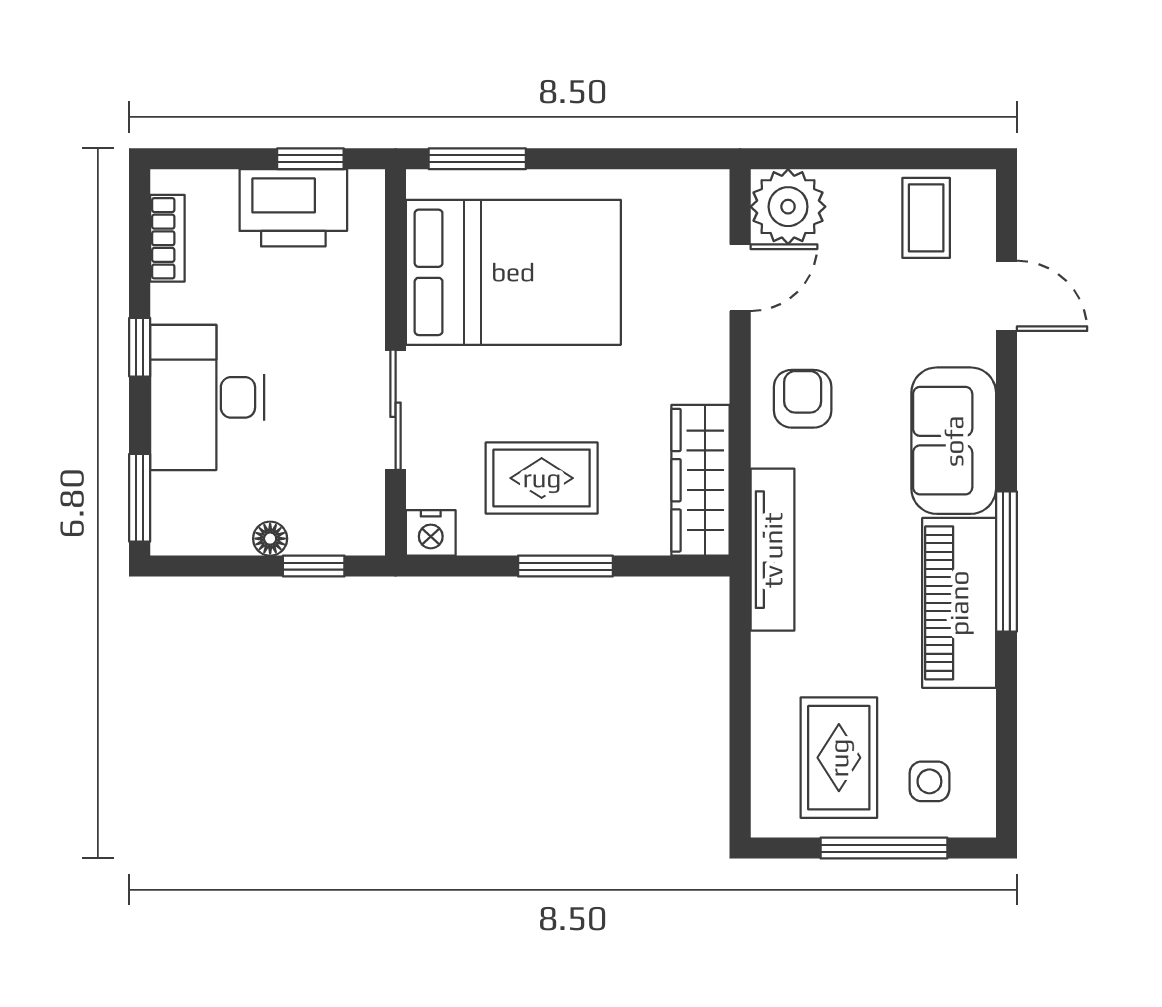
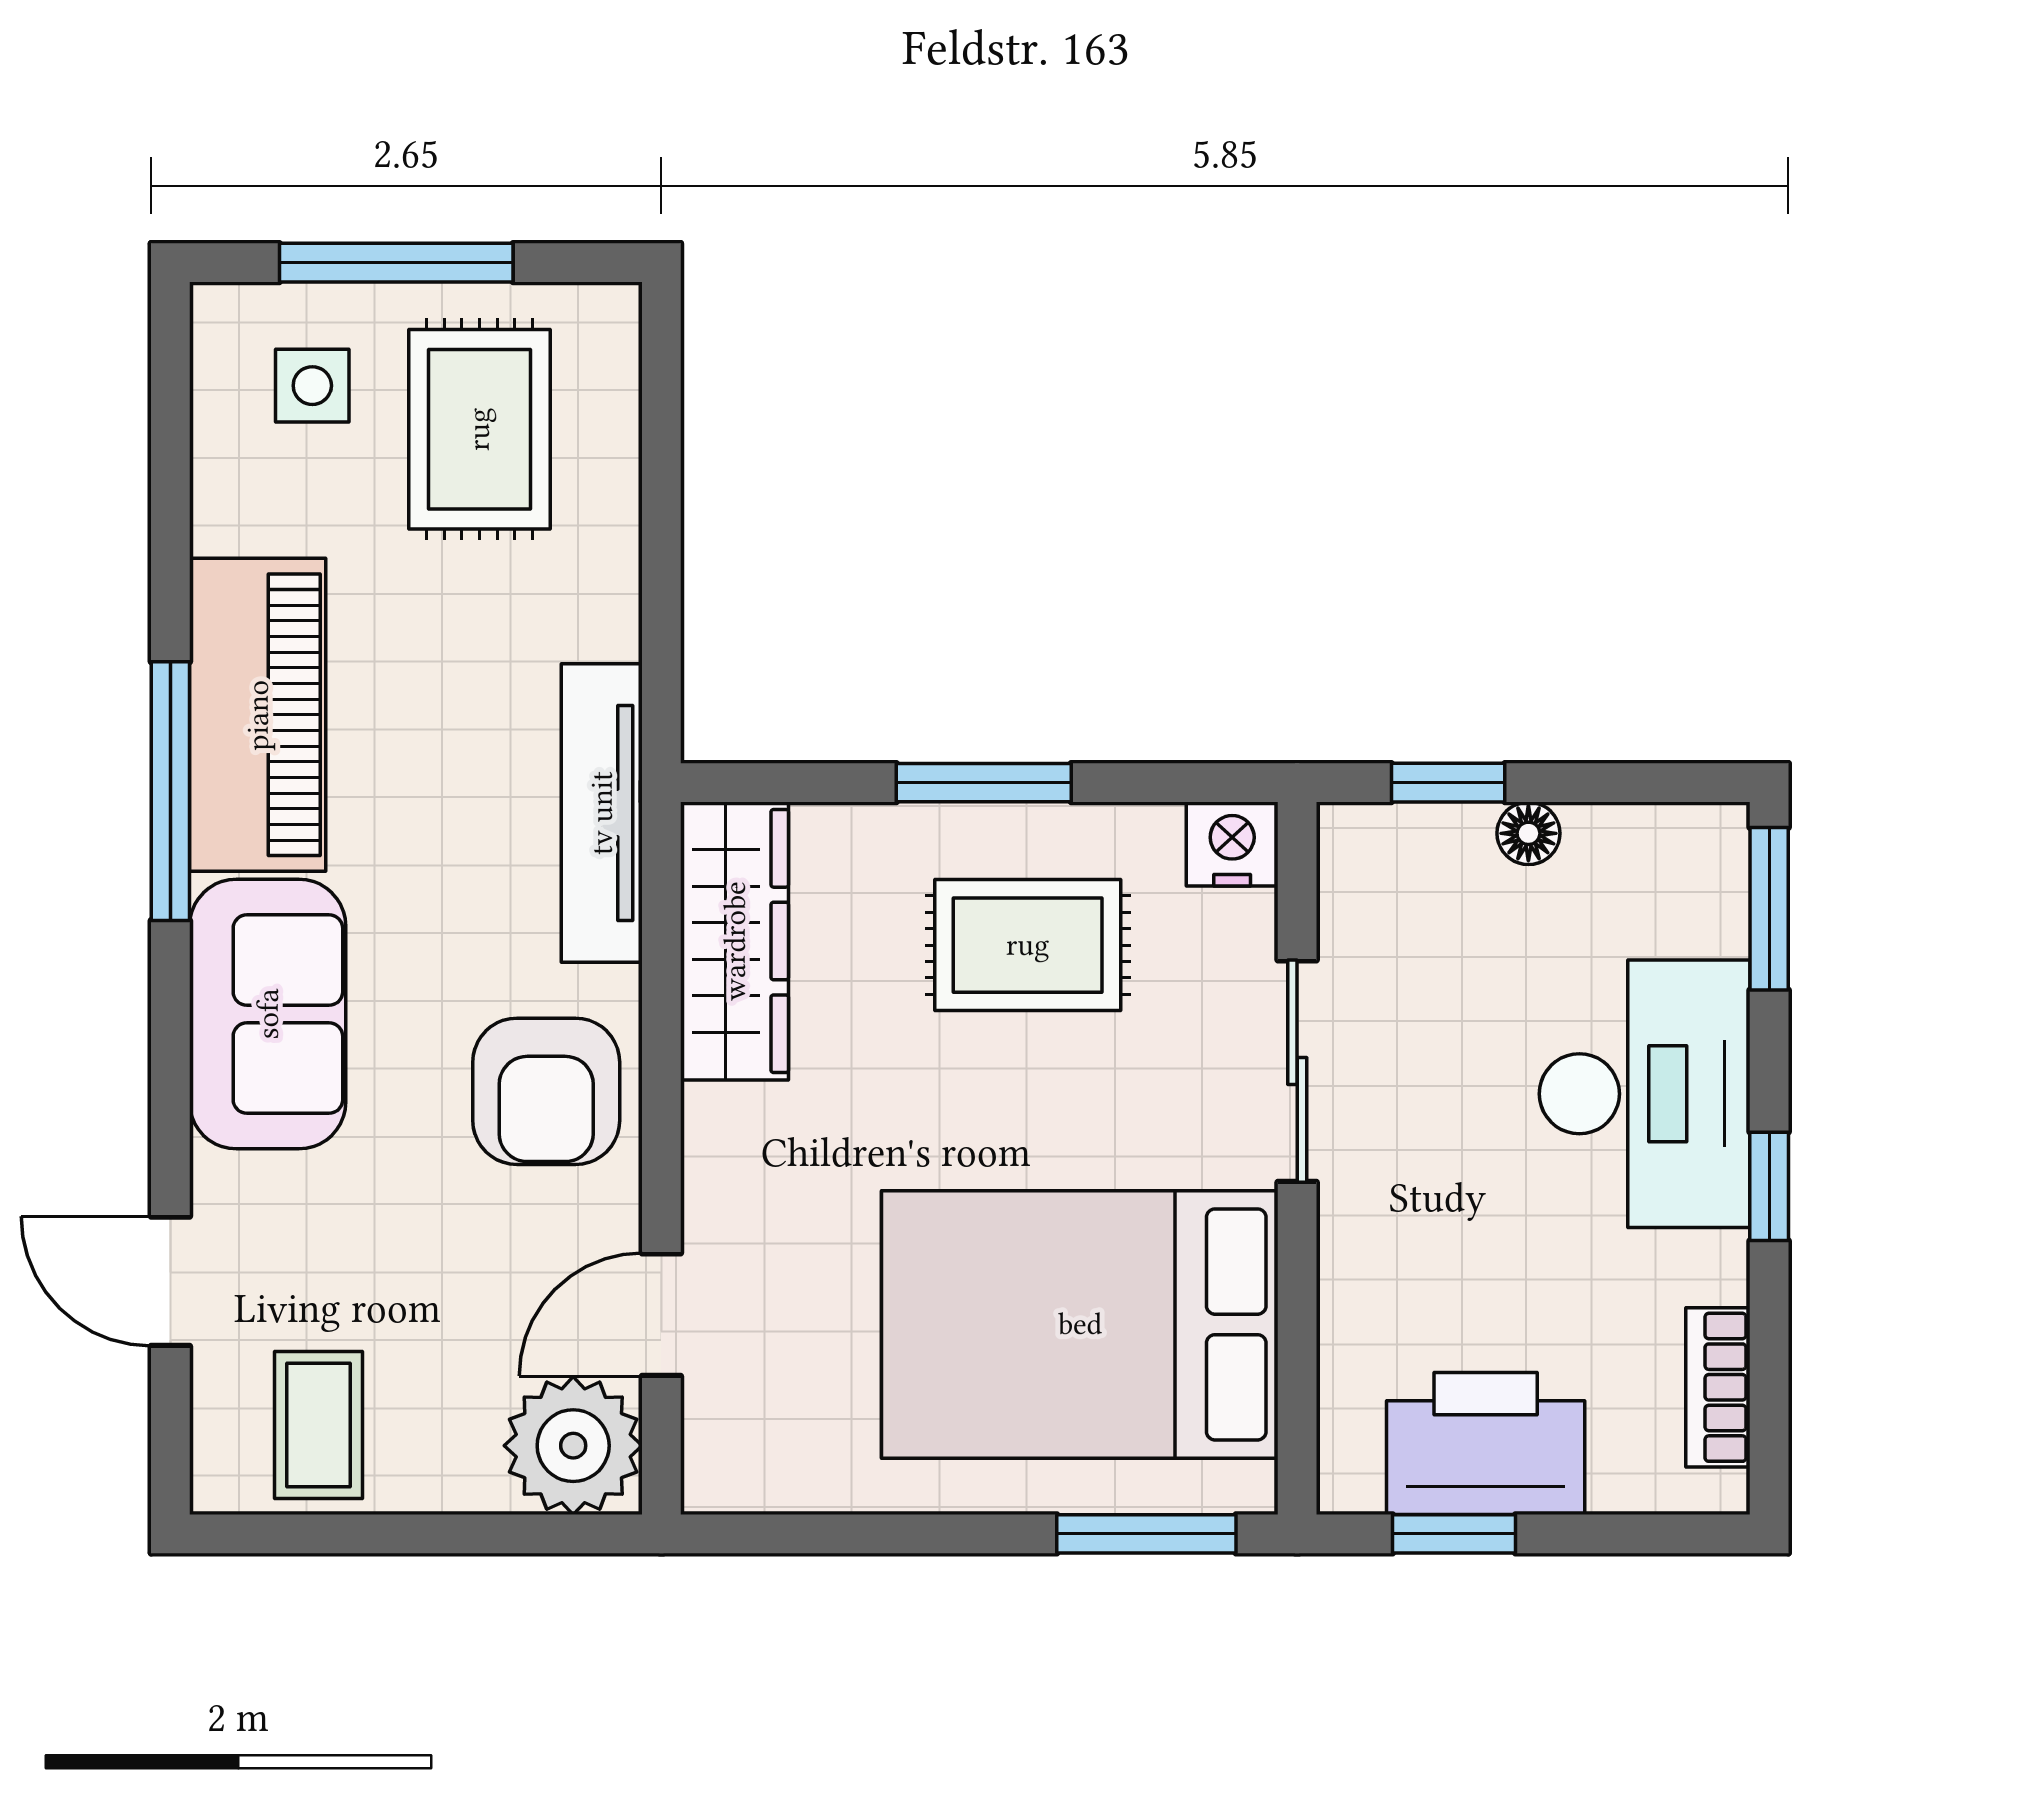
armchair: (803, 399) -> (546, 1091), width x1.38, depth x1.38

